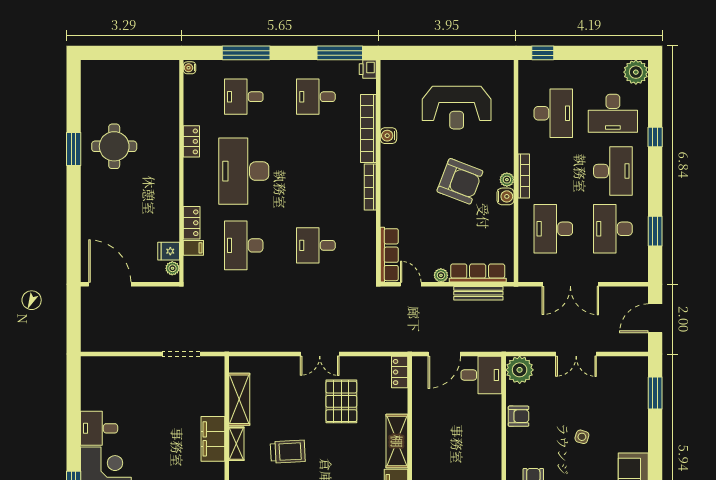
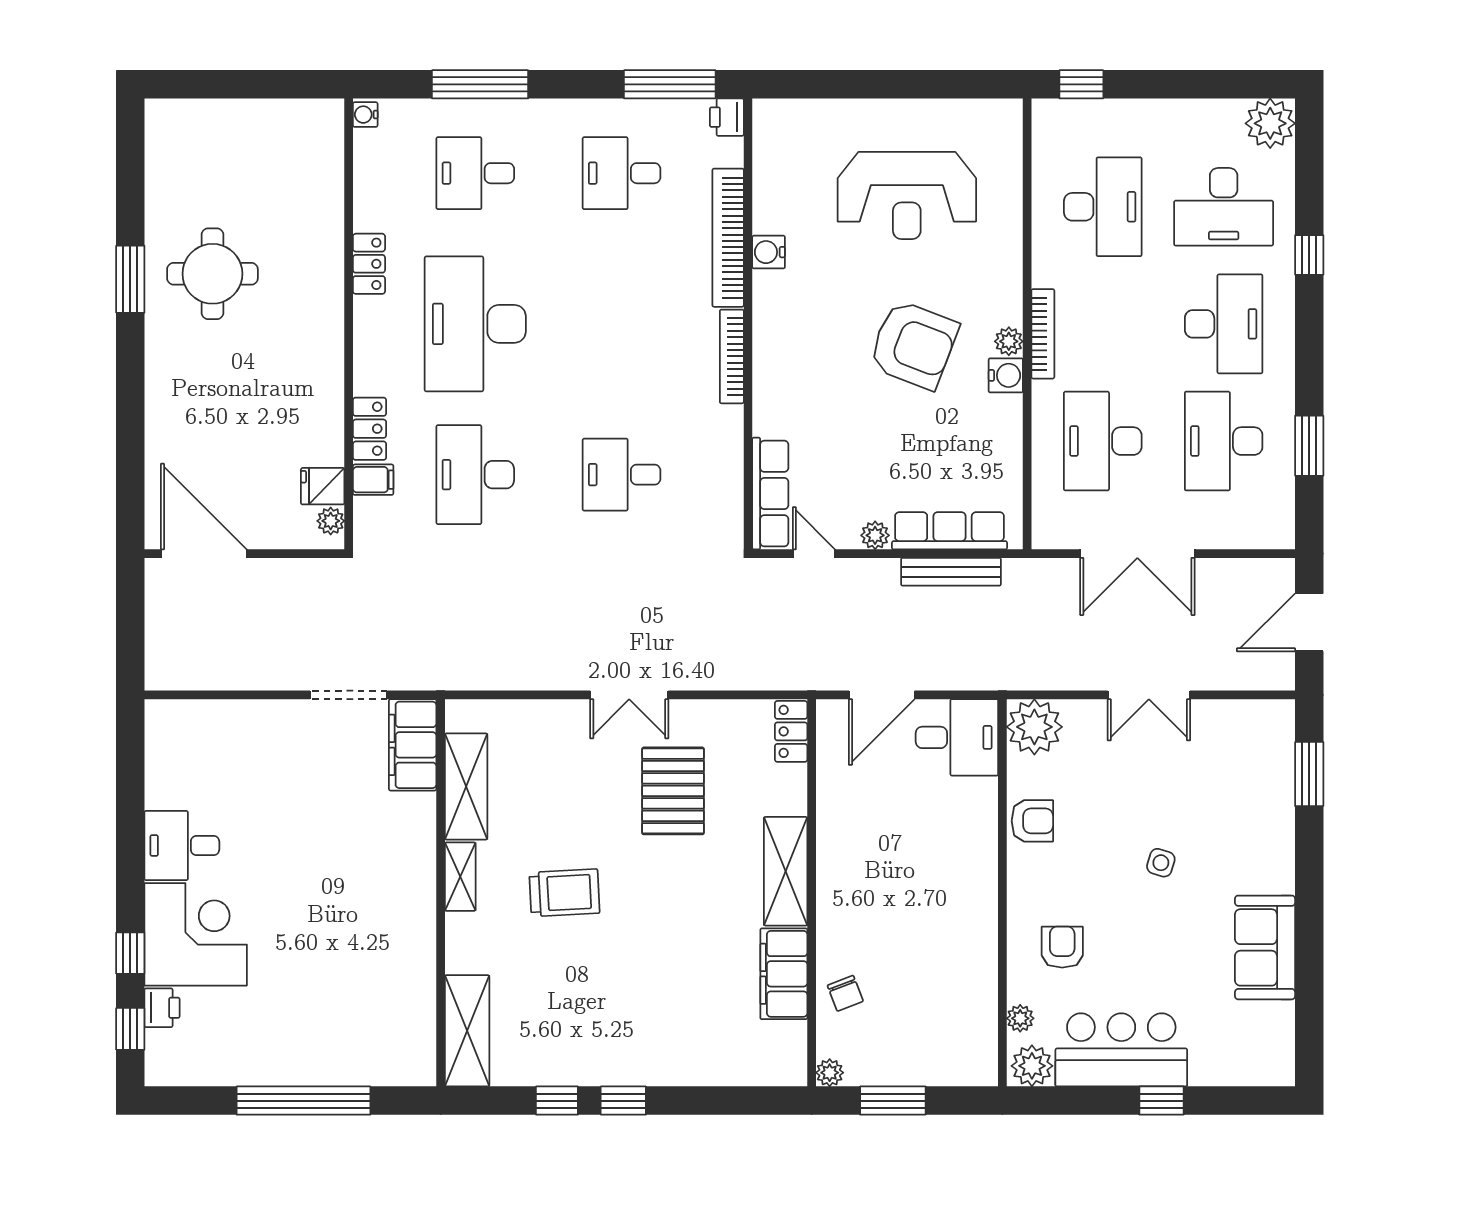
filing cabinet: (213, 439) -> (413, 745), moved

